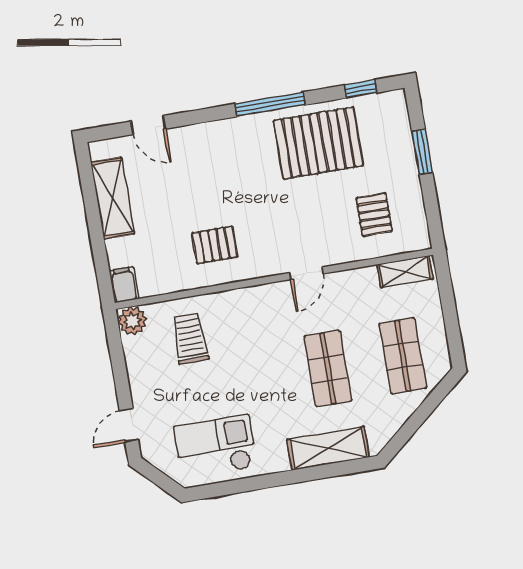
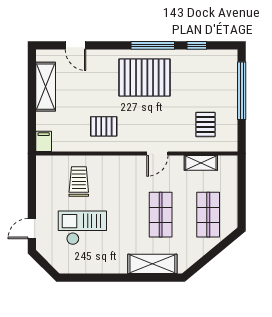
window: (361, 89) -> (197, 45), moved
pallet: (318, 143) -> (144, 78), moved
window: (422, 152) -> (242, 91), width x2.11
shelving: (405, 272) -> (201, 163), moved
plant: (132, 321) -> (45, 164), removed
checkout: (215, 447) -> (82, 228), moved

